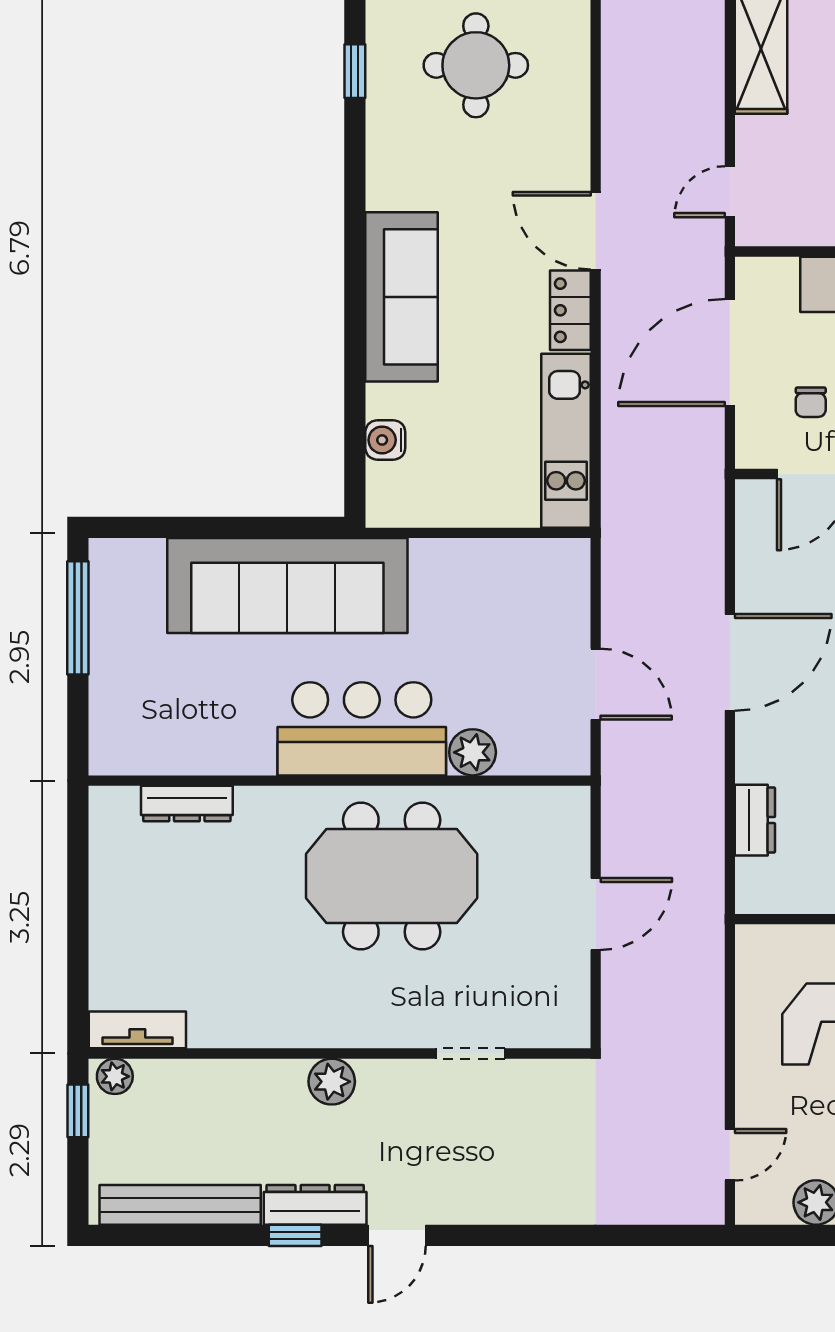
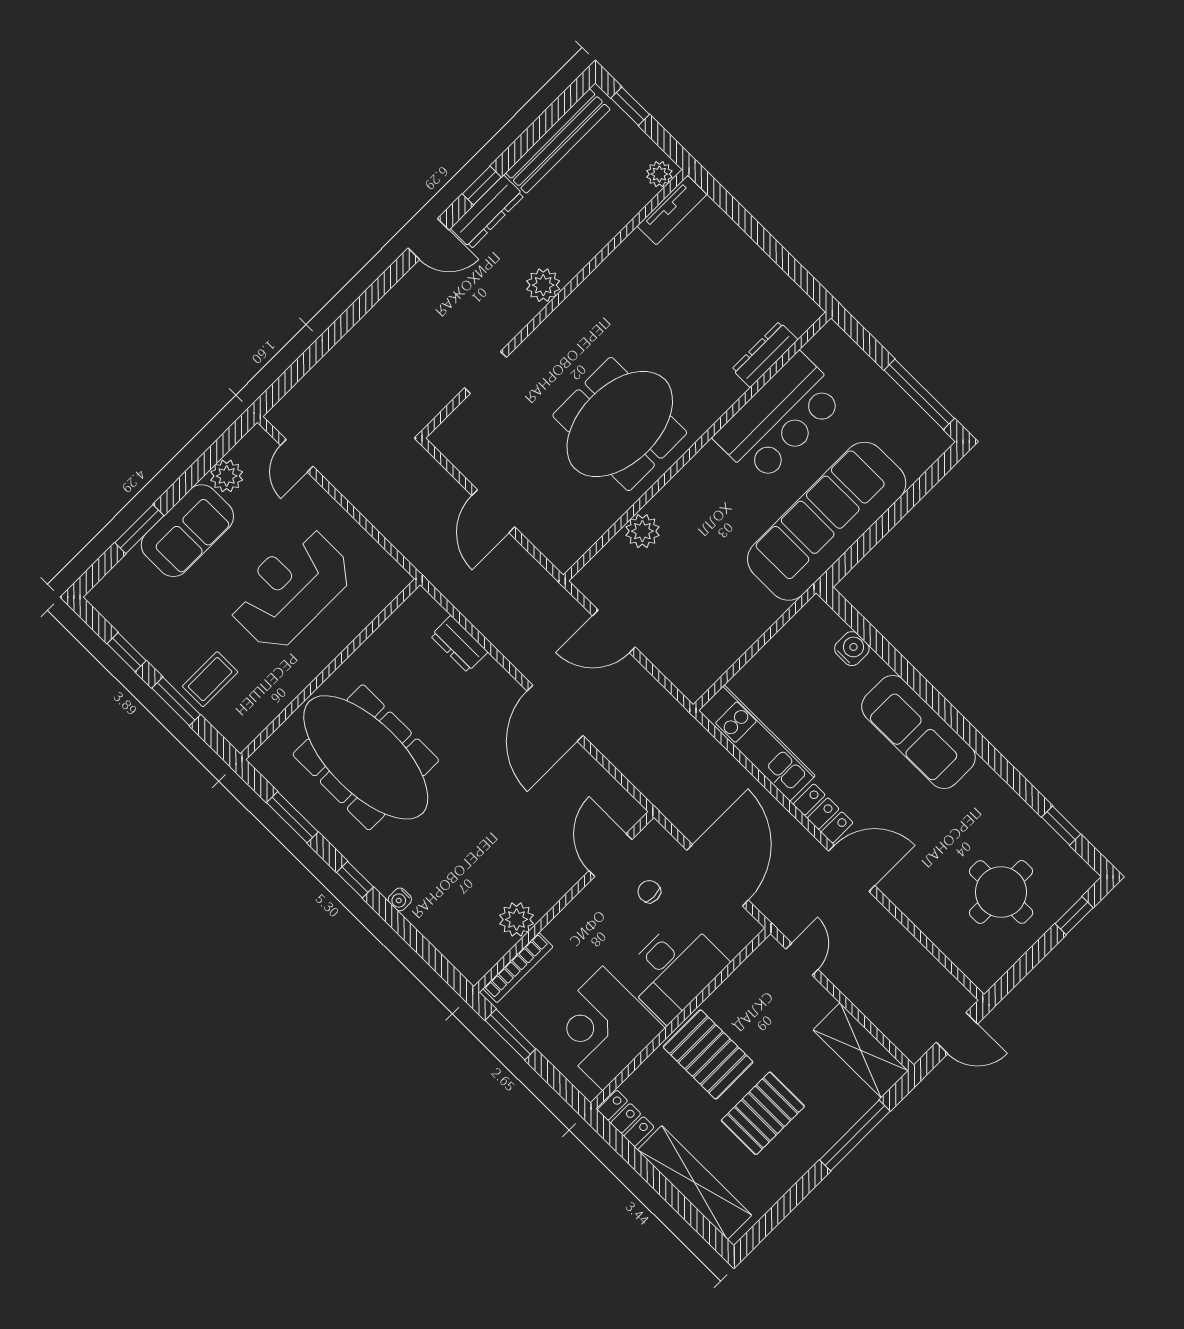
bar counter: (362, 729) -> (780, 418), moved
window: (78, 1111) -> (630, 106), moved
door: (397, 1235) -> (428, 239), swing flipped

